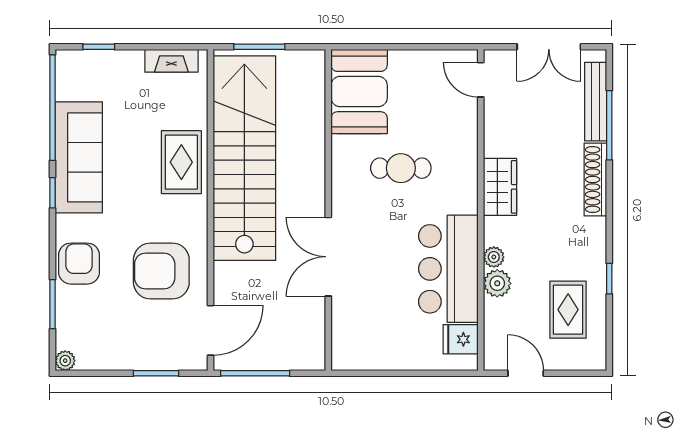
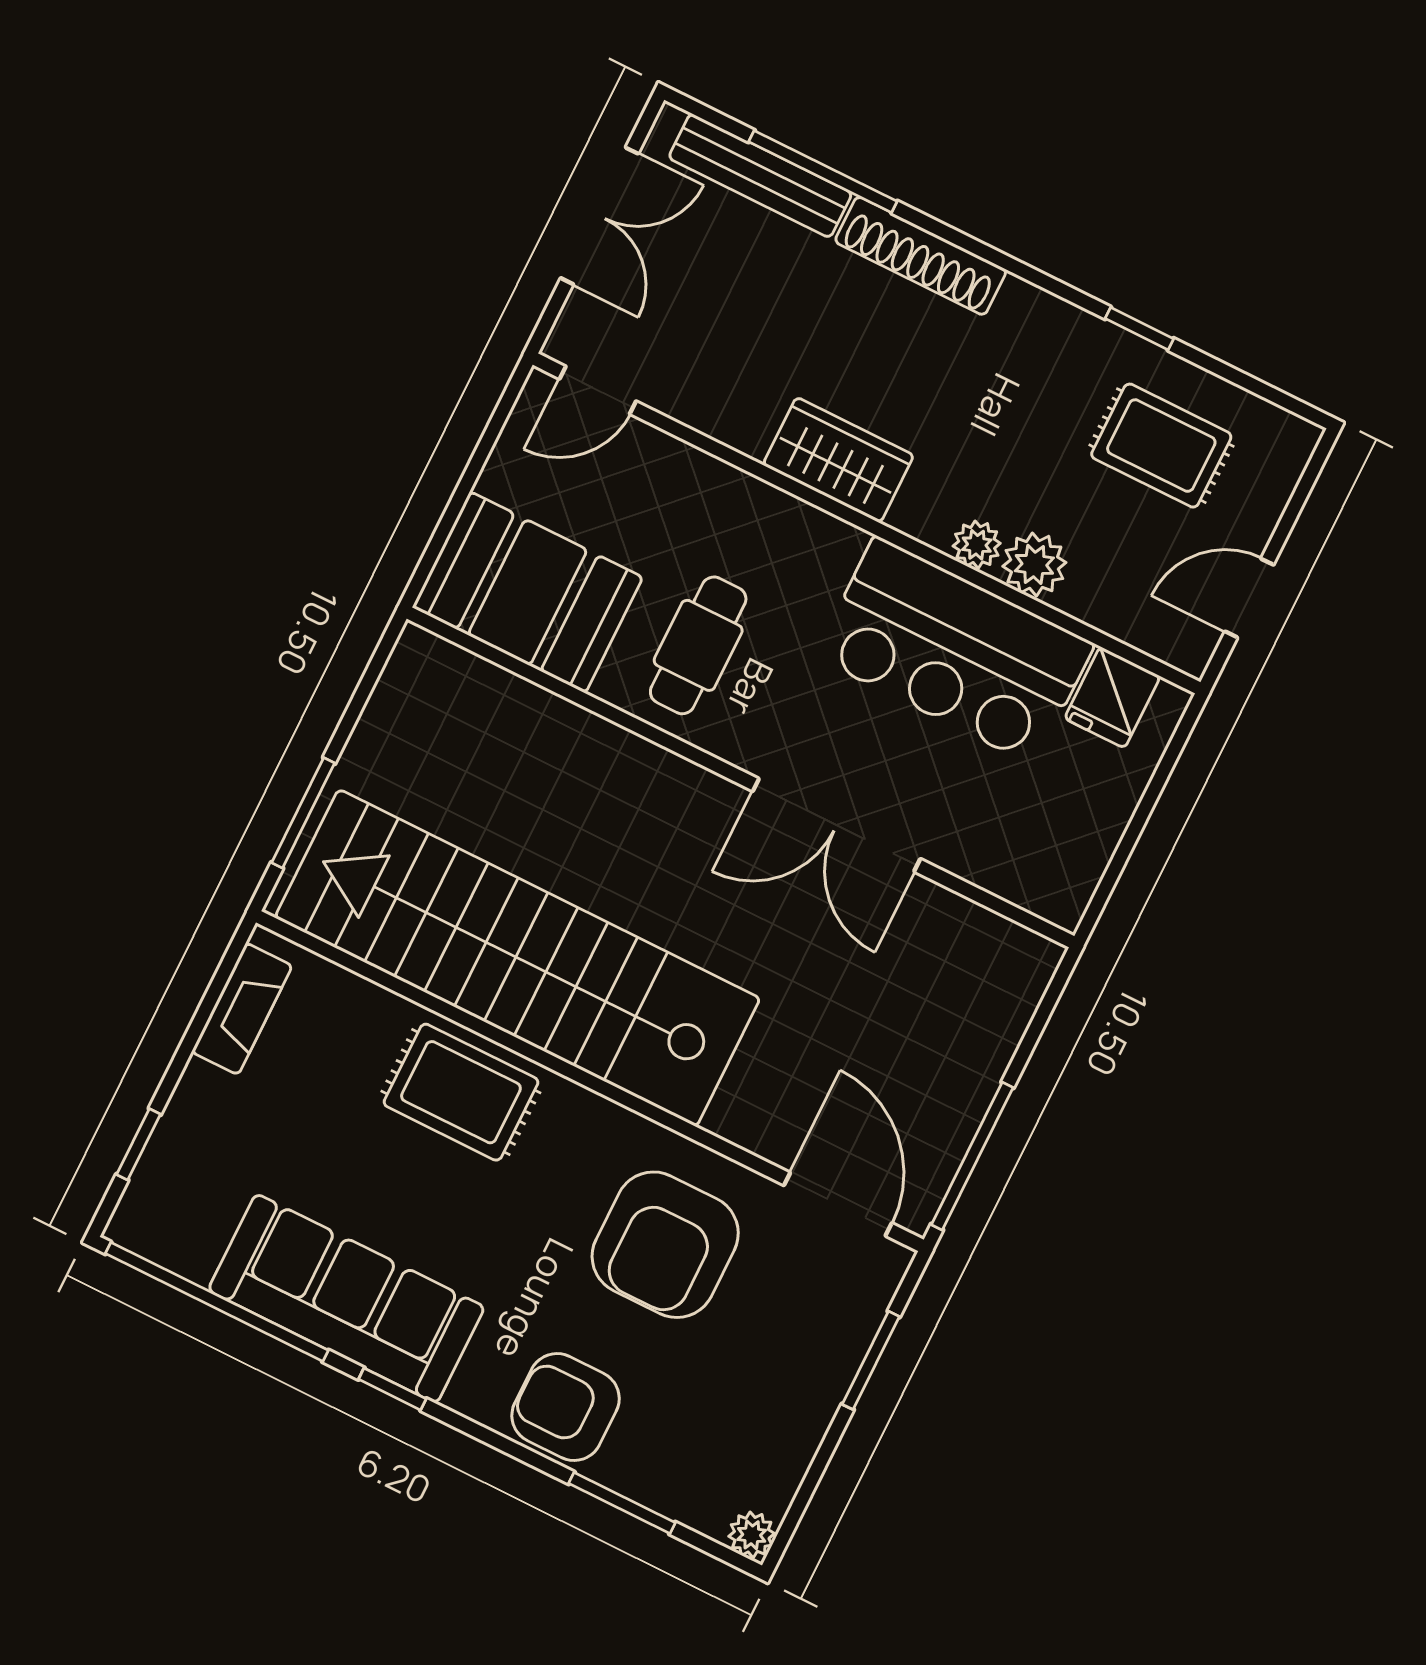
booth: (359, 92) -> (528, 592), moved
wall: (328, 210) -> (740, 777), moved
double door: (328, 257) -> (837, 825), moved

